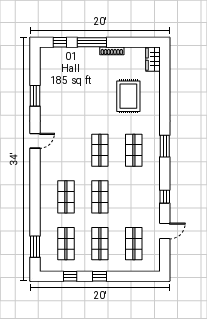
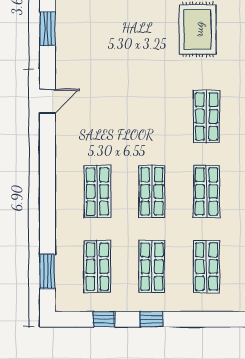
shop shelf: (100, 150) -> (207, 191), moved

